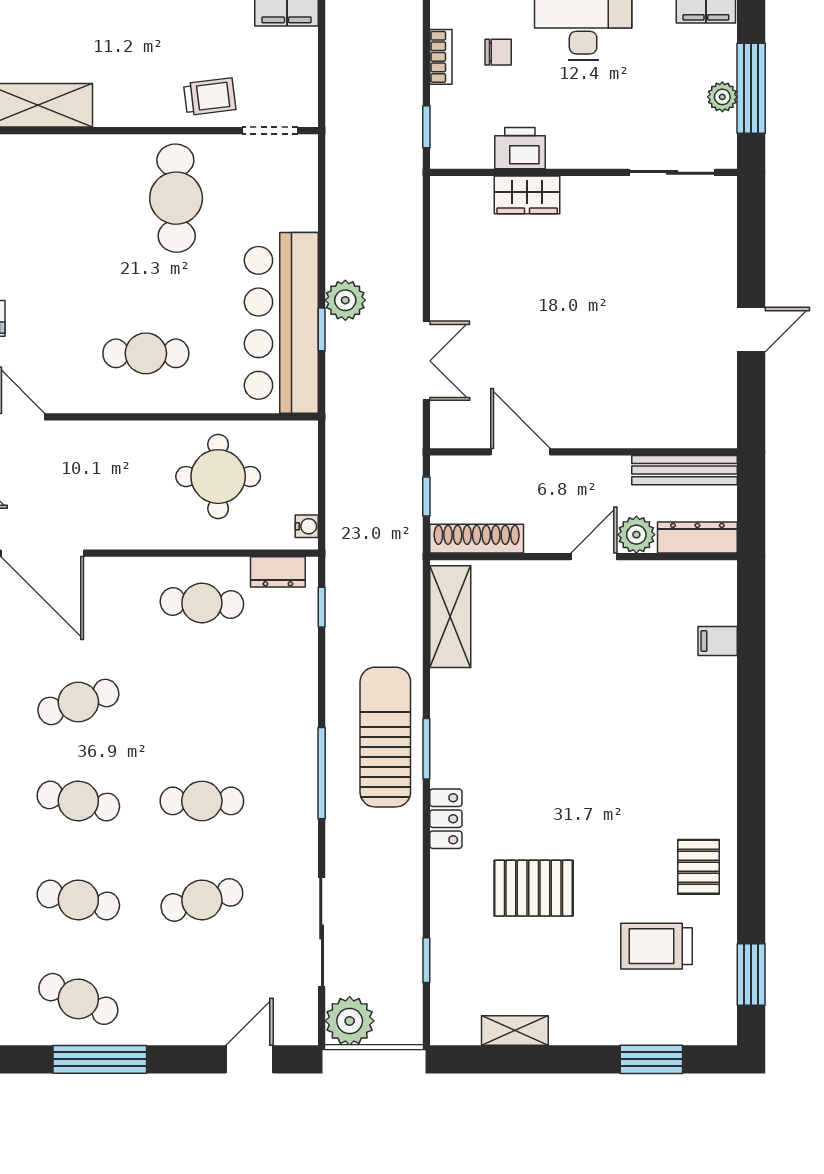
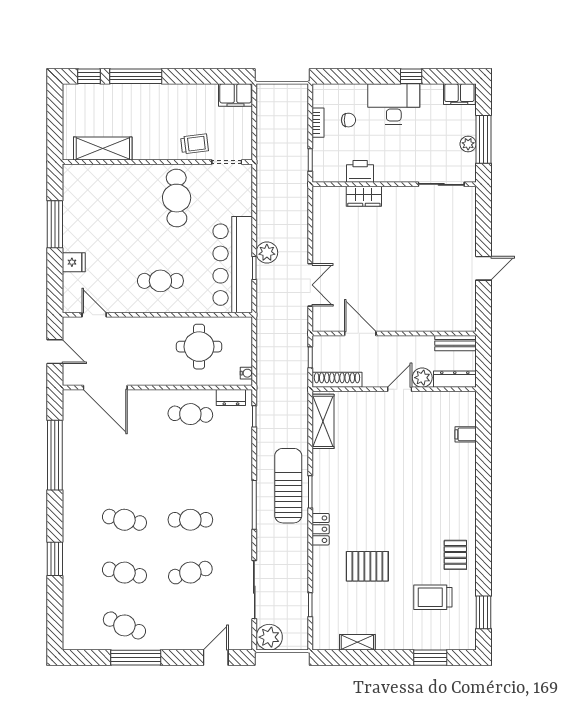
bench: (685, 470) -> (455, 343), width x0.73
cafe table: (78, 702) -> (124, 467), removed

